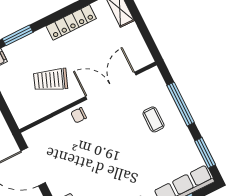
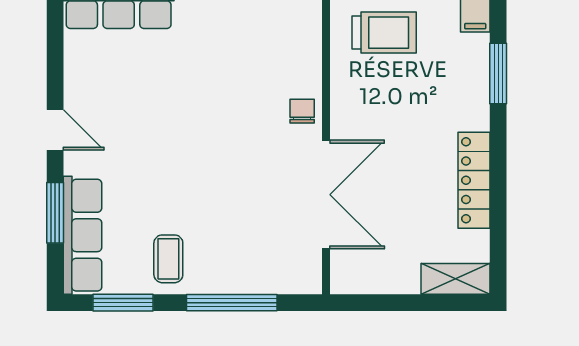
trolley: (51, 80) -> (384, 33), moved, turned 69
coffee table: (153, 119) -> (168, 259), moved, turned 90

